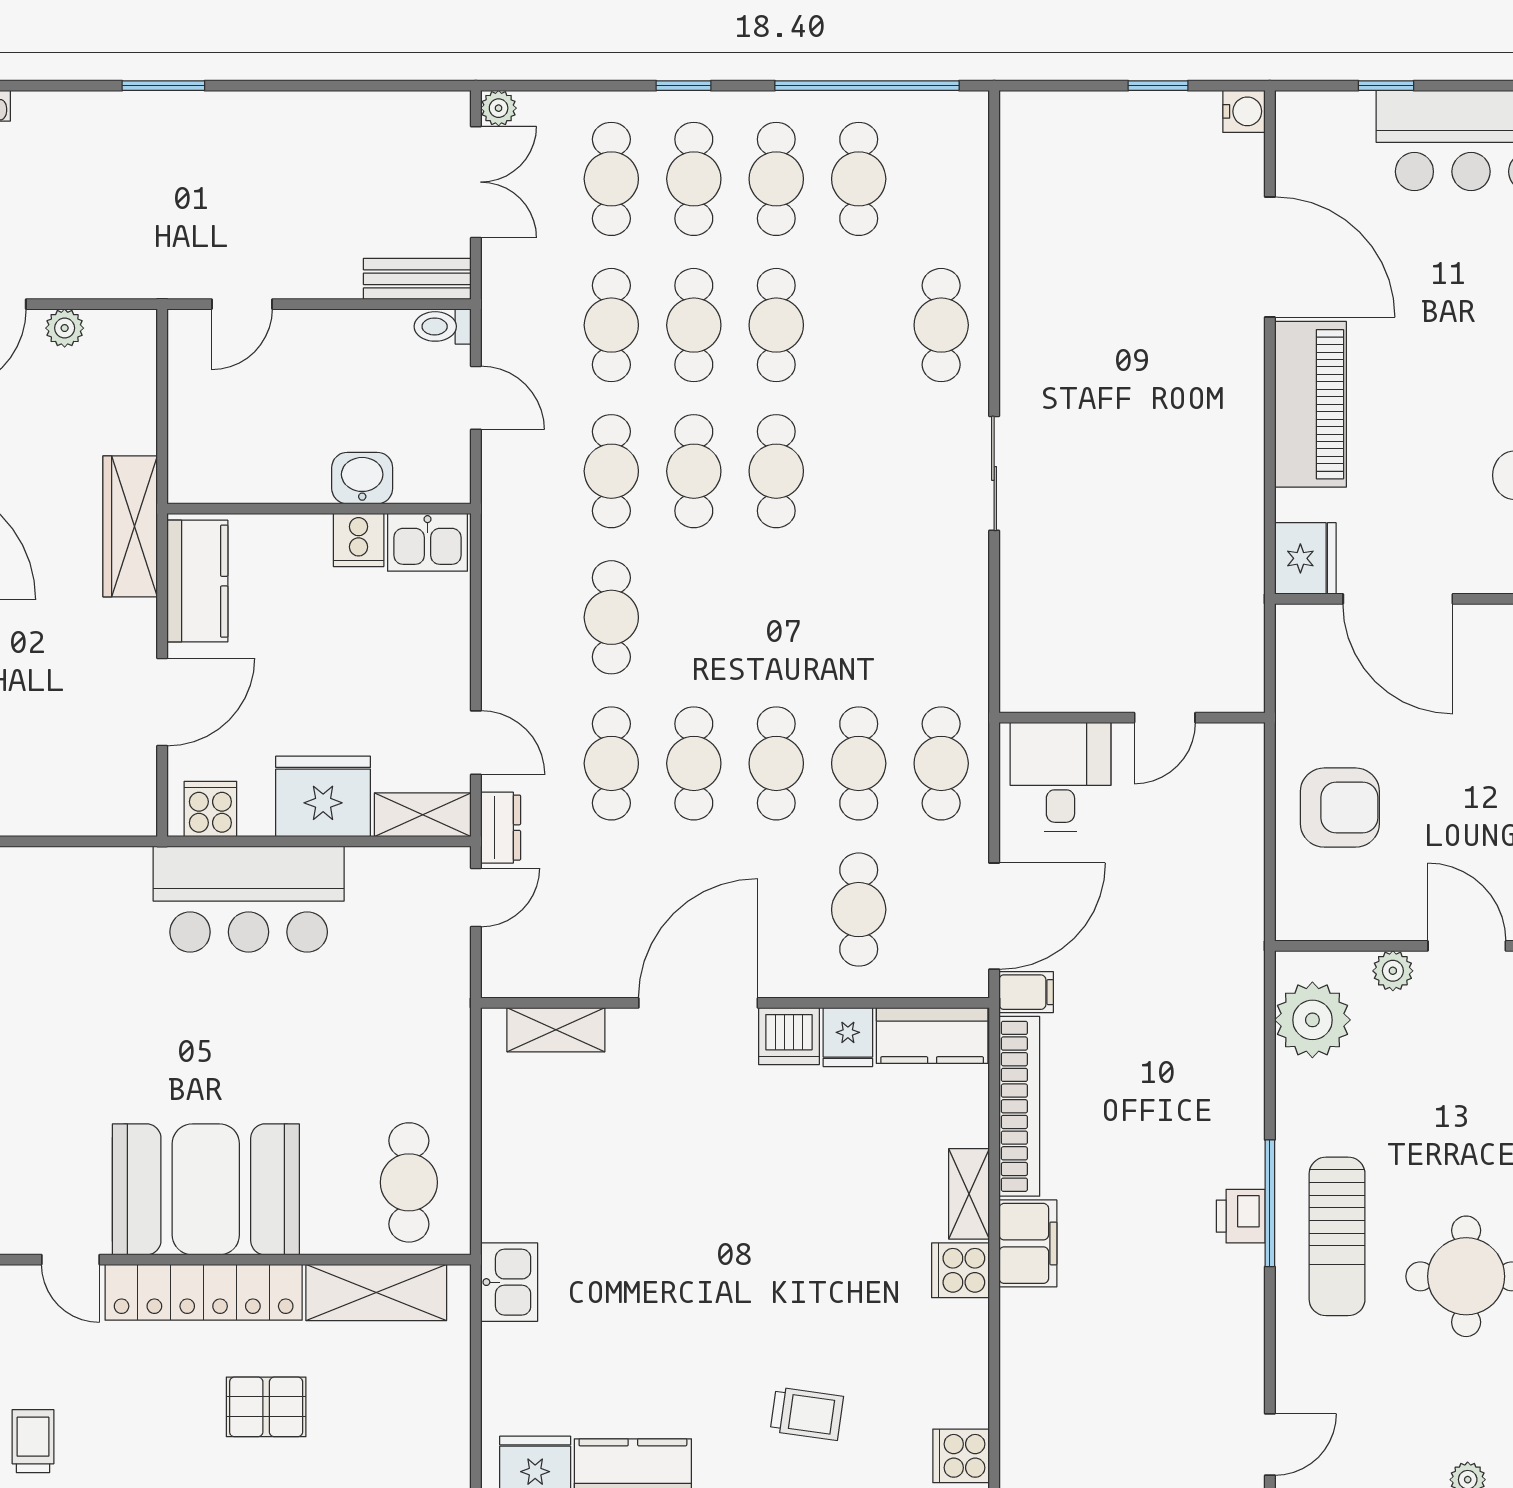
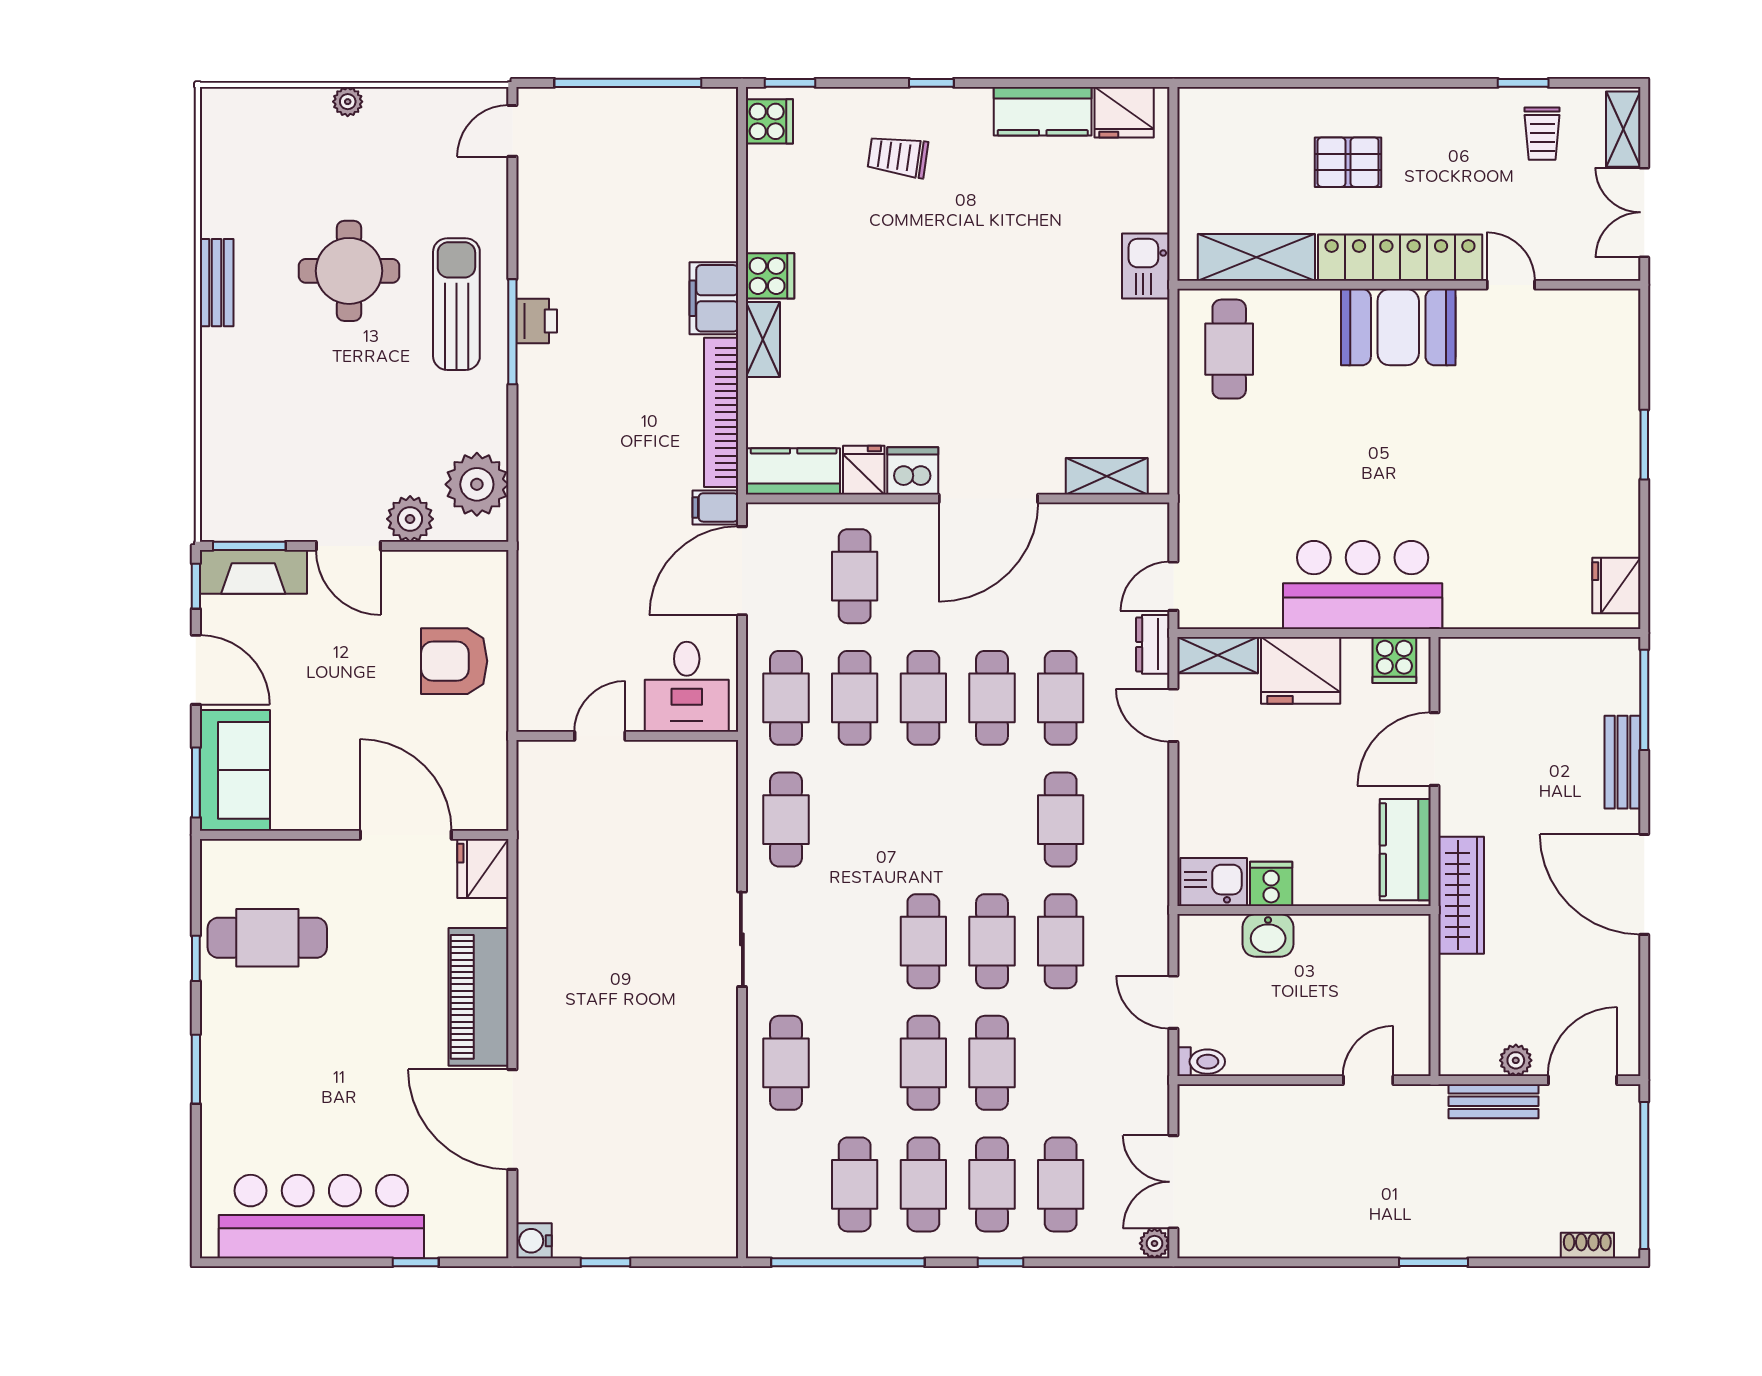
bench: (417, 279) -> (1494, 1101), moved
cafe table: (611, 325) -> (786, 820), moved
plant: (1393, 971) -> (410, 519), width x1.38, depth x1.38
booth: (206, 1189) -> (1398, 327), width x0.73, depth x0.70

